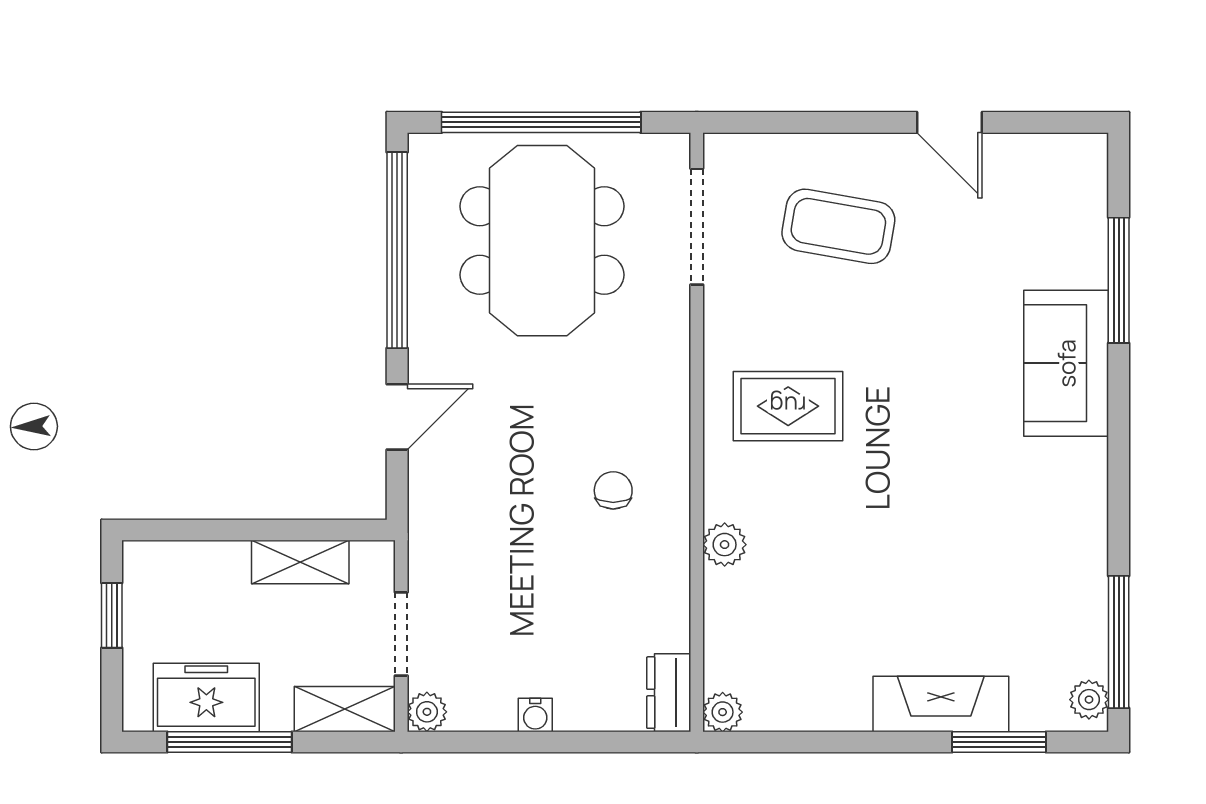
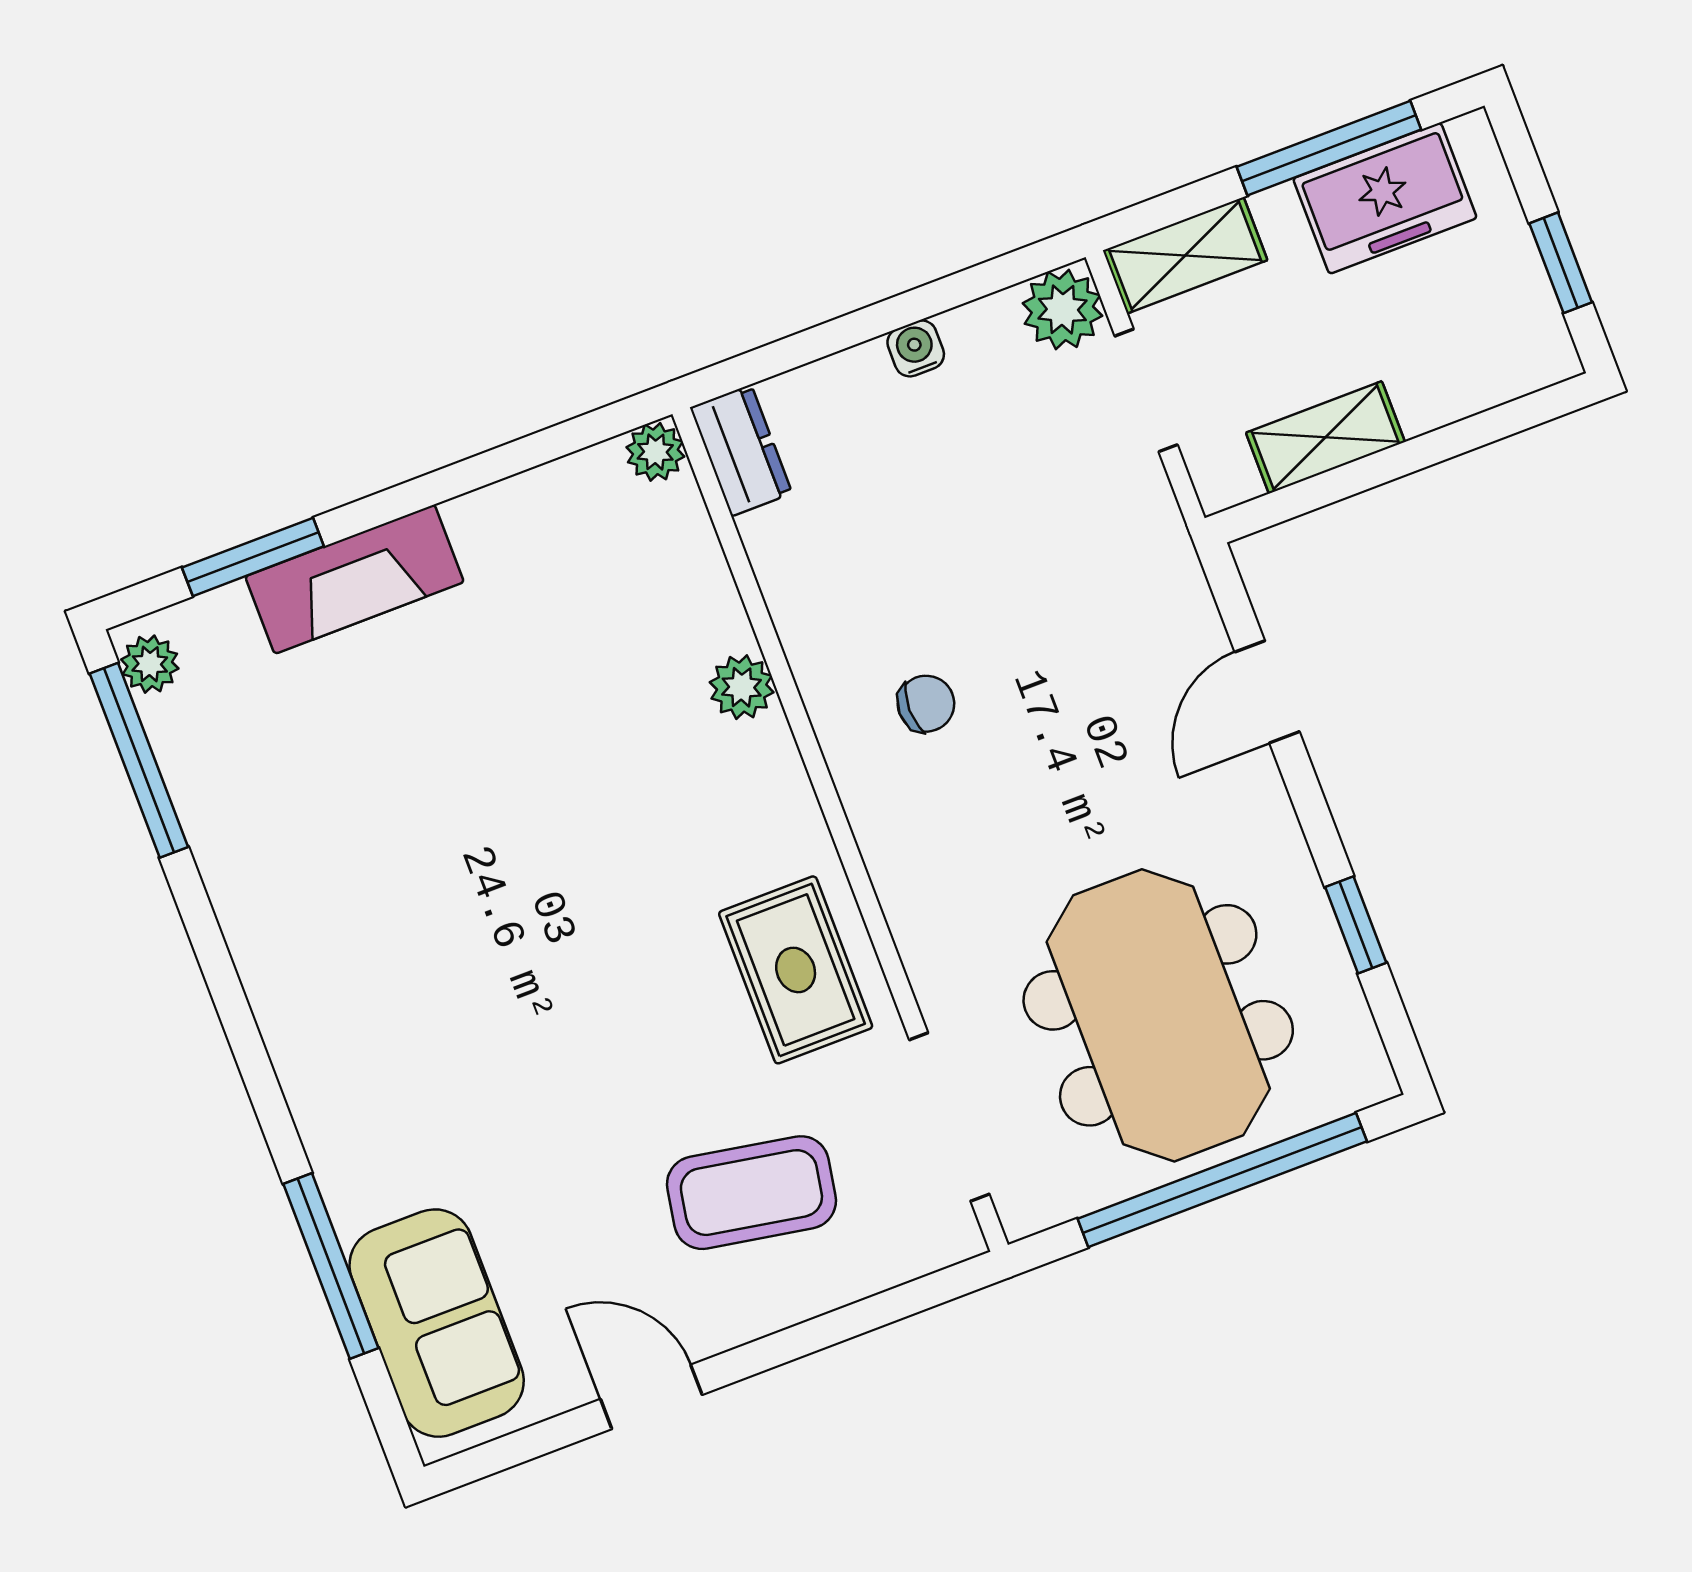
window: (397, 250) -> (1356, 925), width x0.32
sofa: (1066, 363) -> (437, 1323), moved
rug: (788, 406) -> (796, 970), moved, turned 90
chair: (613, 490) -> (926, 704), turned -90
plant: (427, 712) -> (1062, 309), width x1.38, depth x1.38

